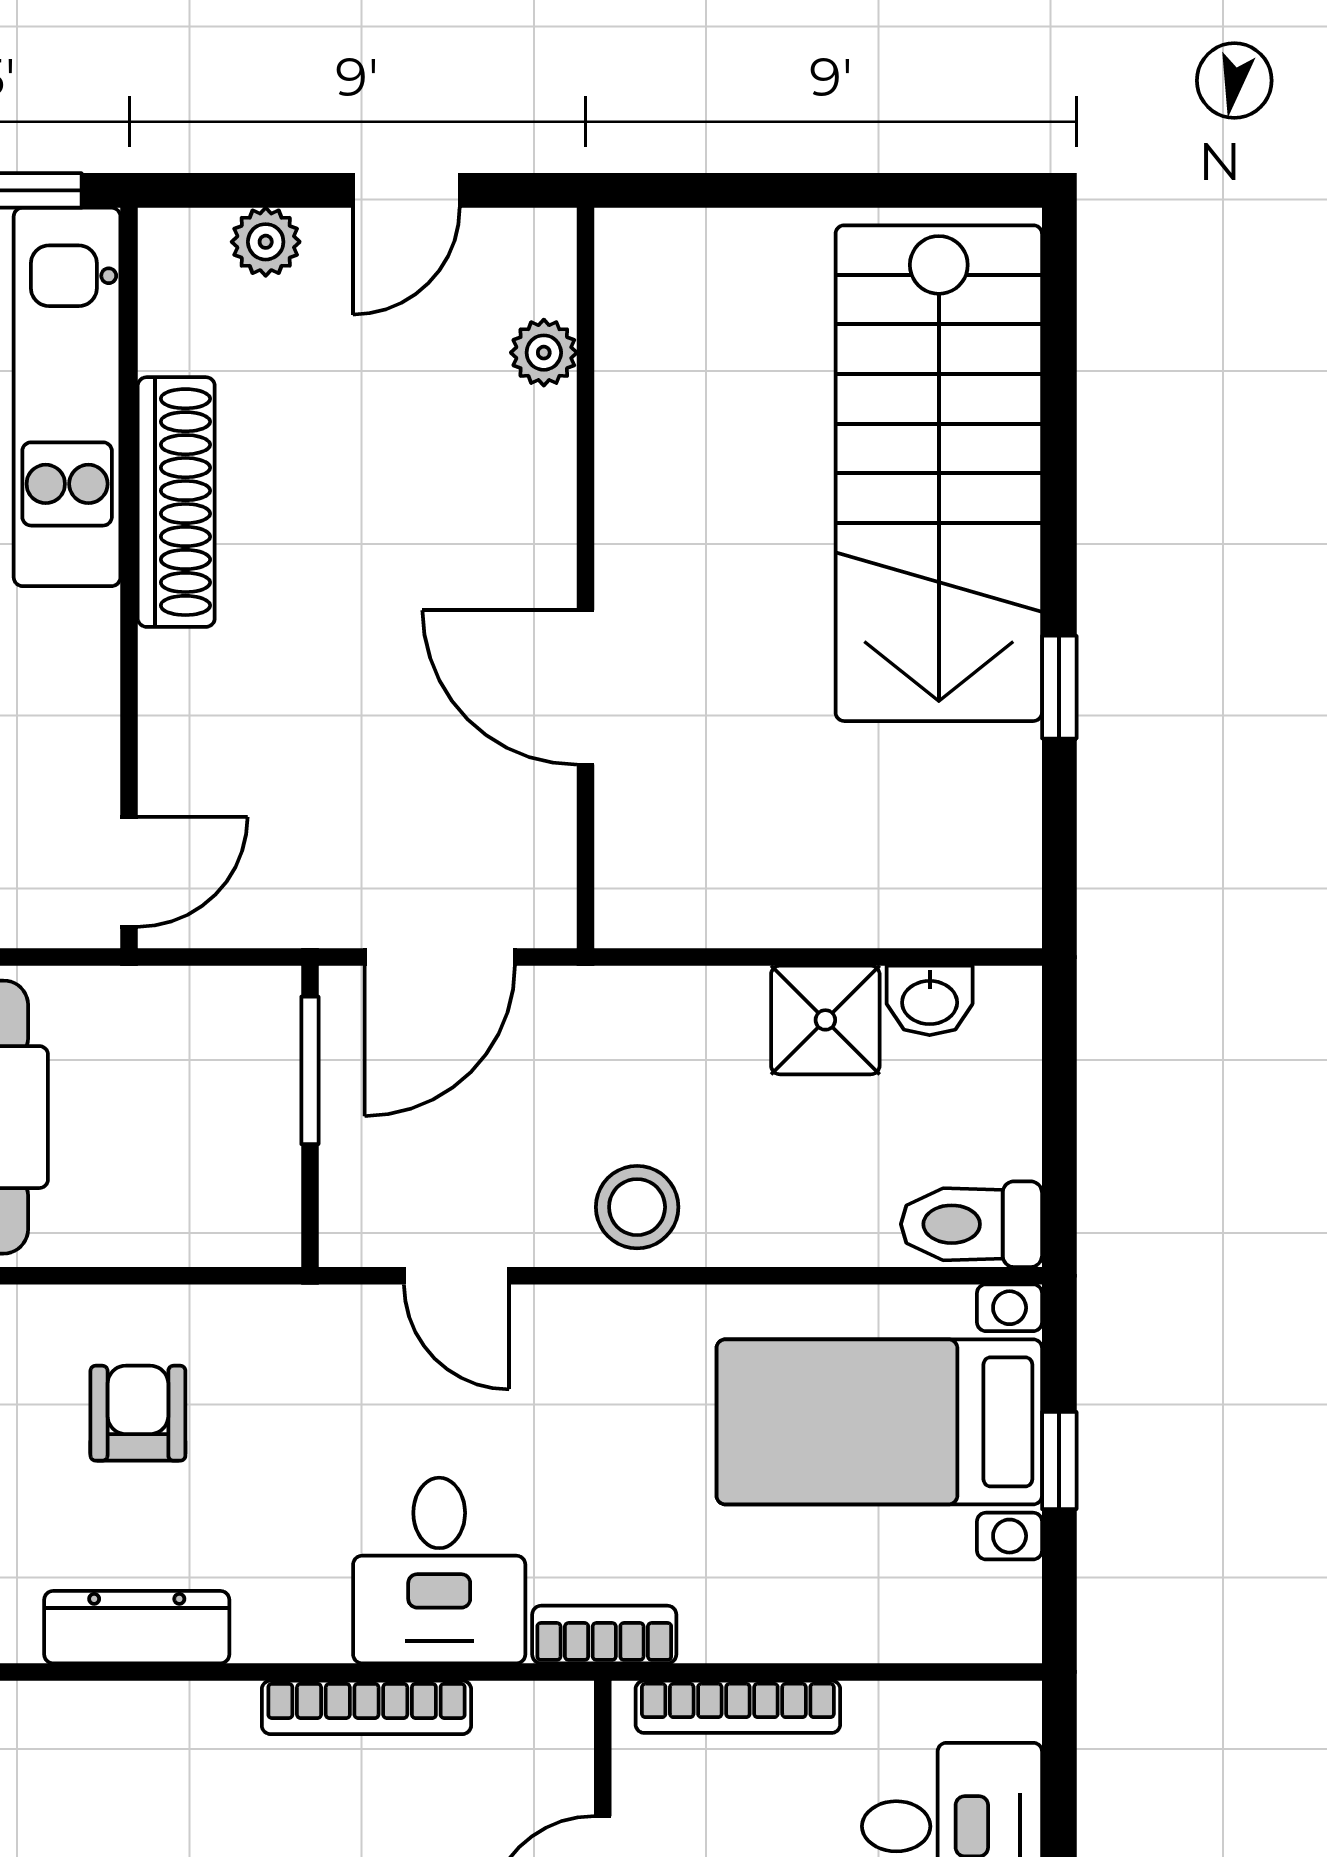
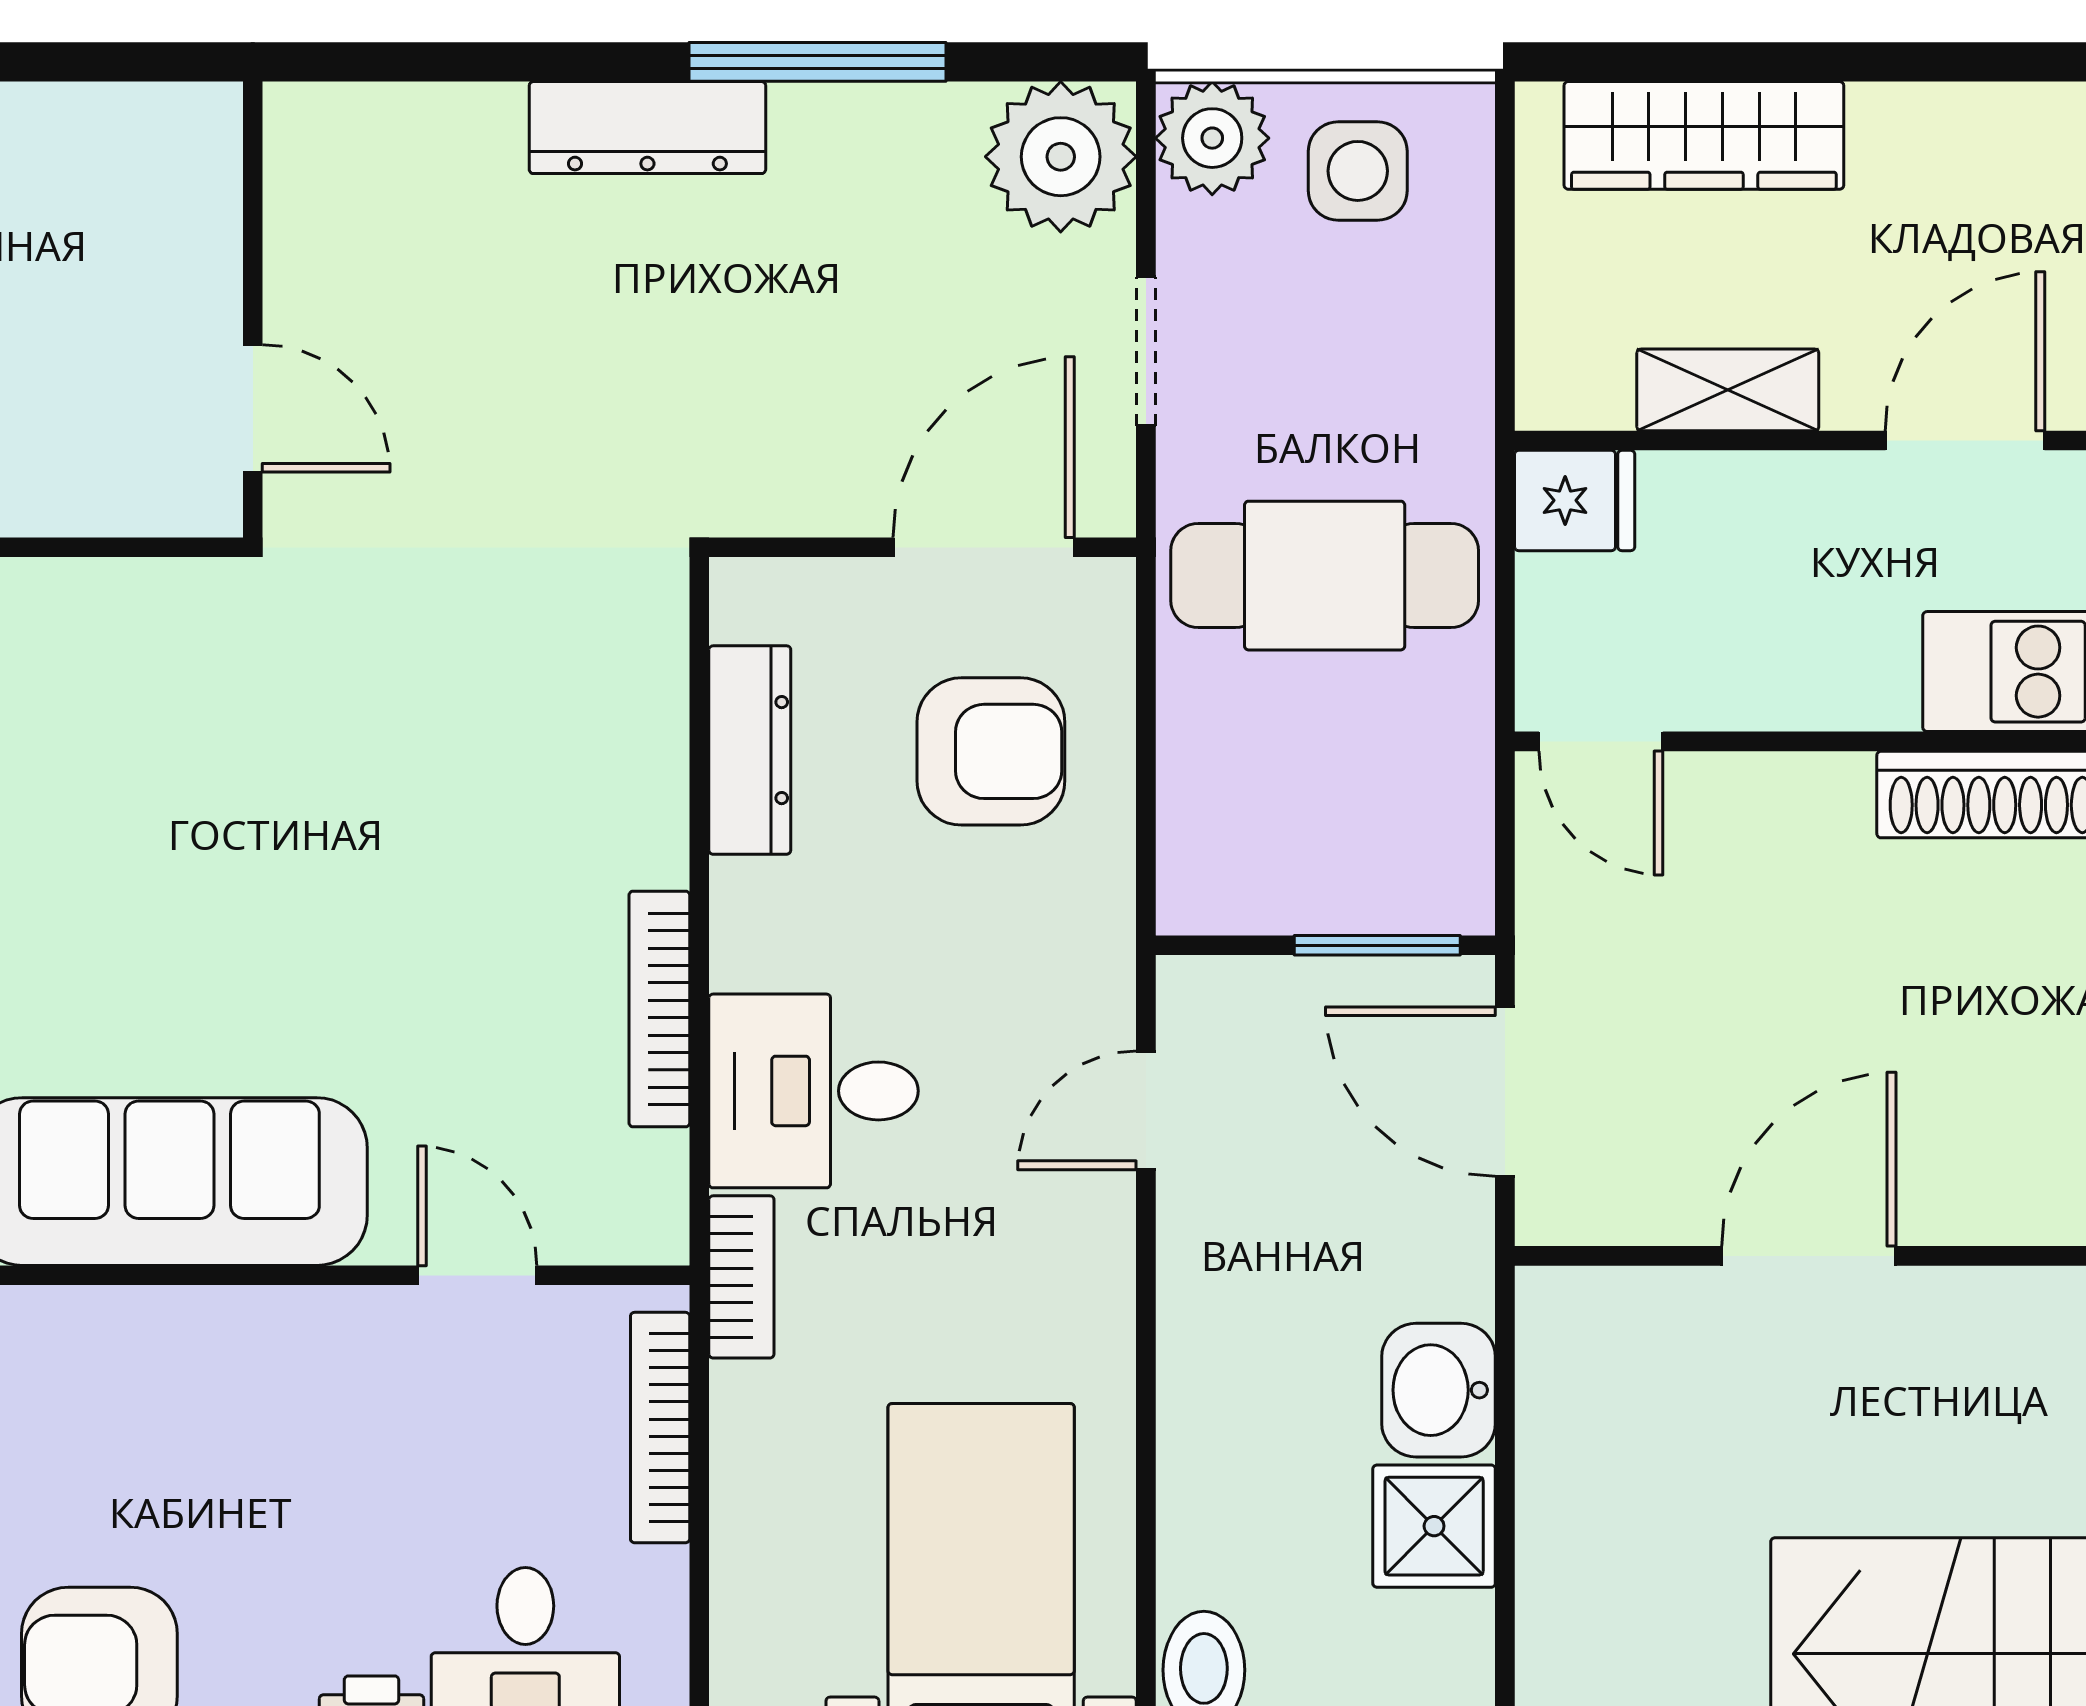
washbasin: (930, 1000) -> (1439, 1390), moved, width x1.38, depth x1.45
stool: (637, 1207) -> (1223, 1314), removed
armchair: (138, 1413) -> (991, 751), width x1.38, depth x1.38

